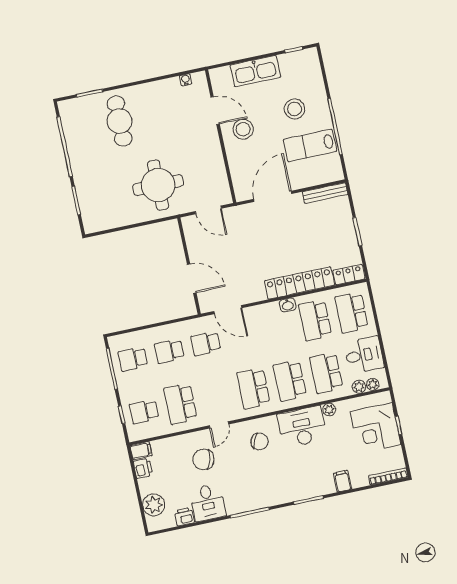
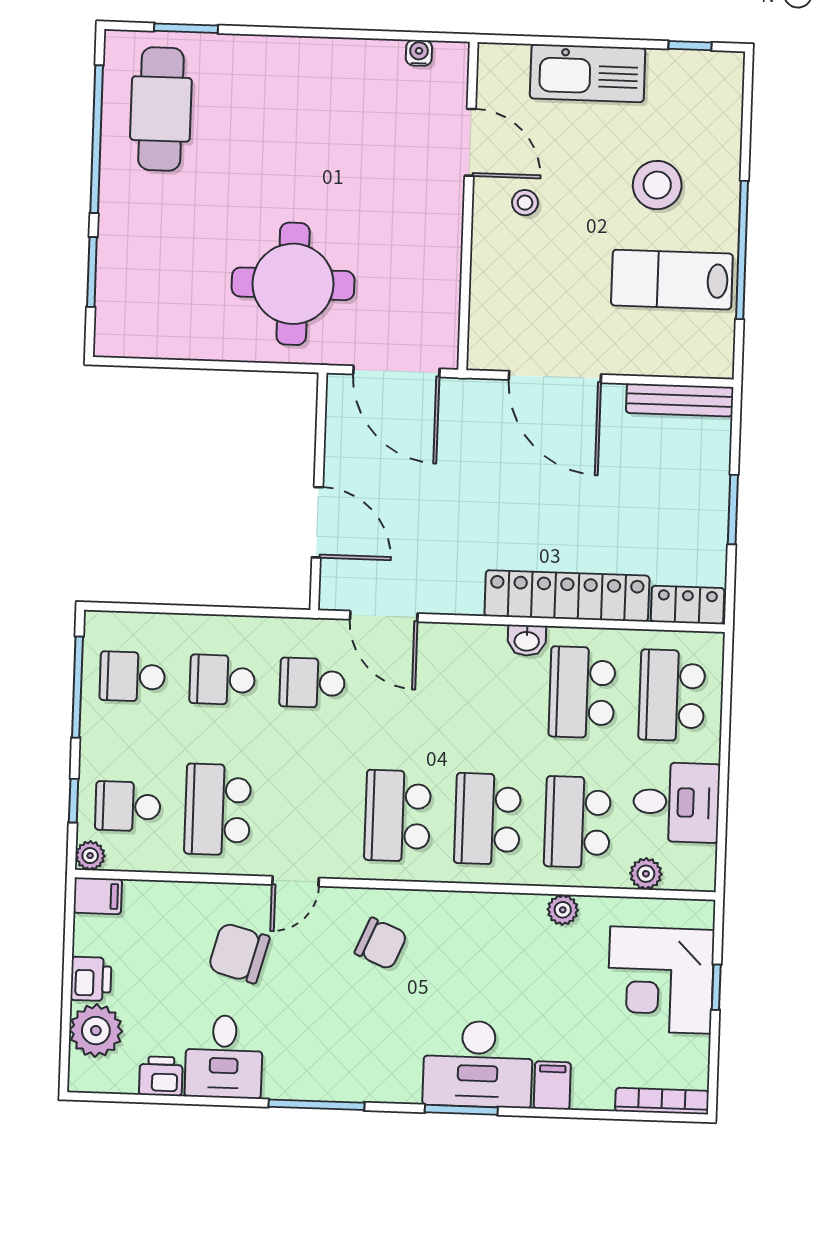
cafe table: (120, 121) -> (161, 109), moved
stool: (243, 129) -> (525, 203), width x0.53, depth x0.53
door: (273, 196) -> (555, 377), swing flipped
door: (208, 210) -> (396, 371), width x1.36
plant: (373, 384) -> (90, 856), moved
desk: (302, 427) -> (478, 1064), moved, turned 180
printer: (143, 468) -> (91, 979), moved

